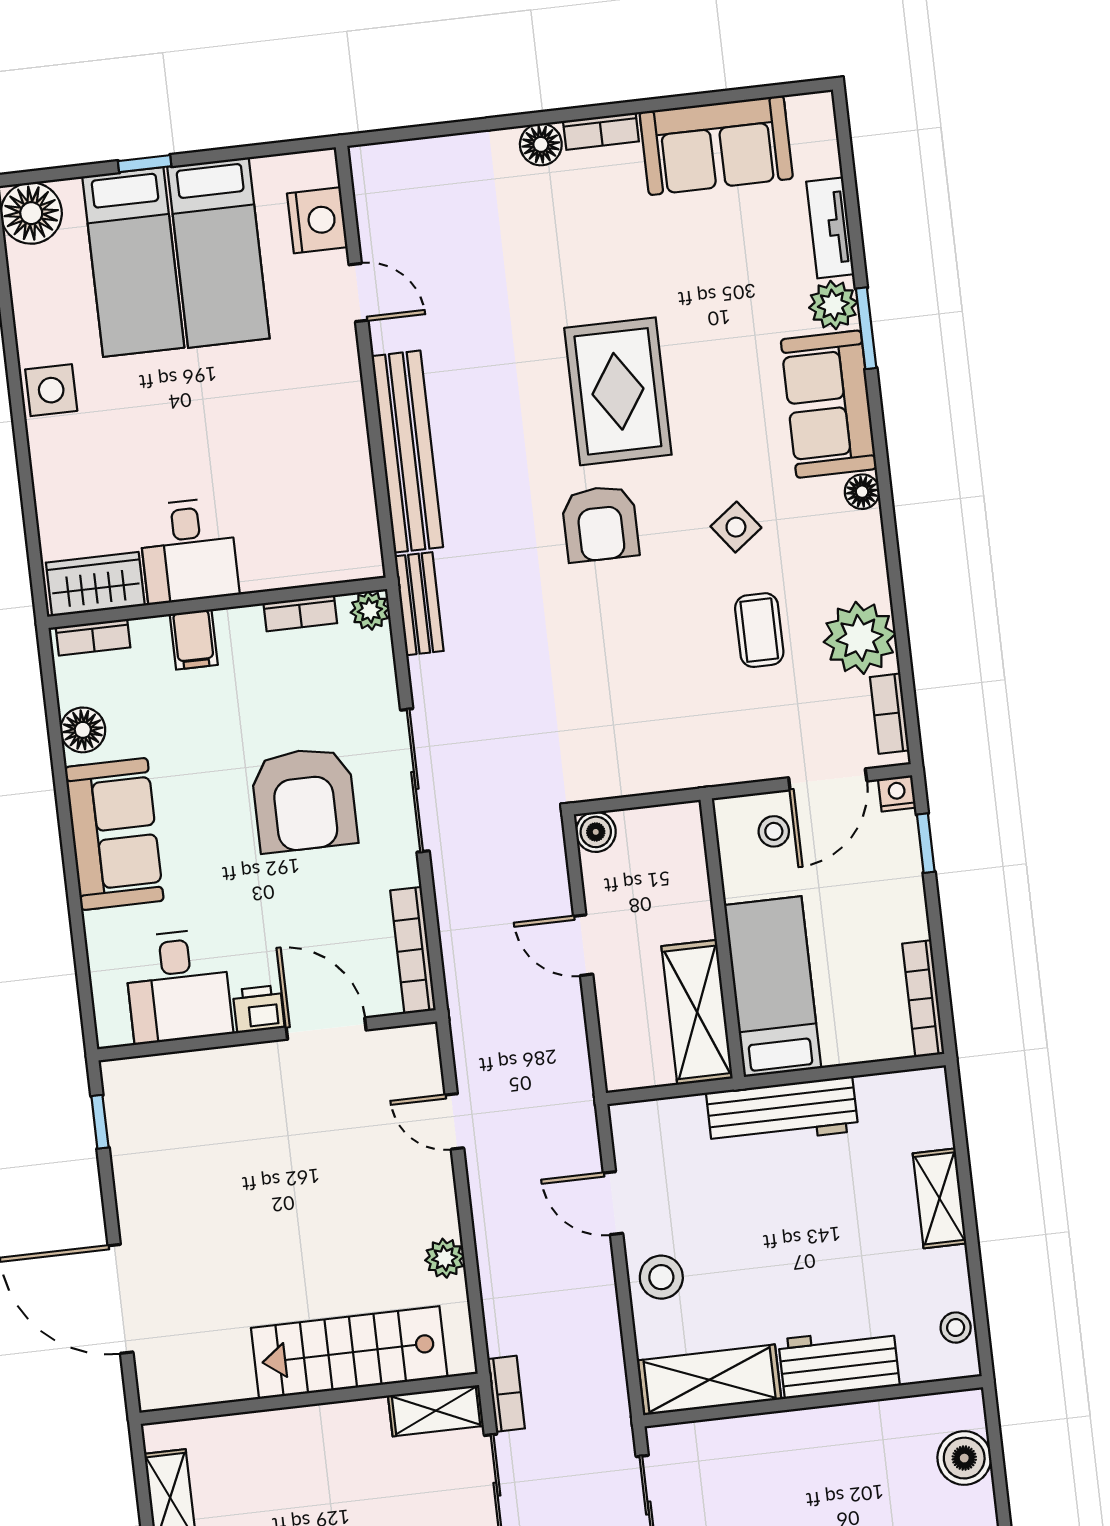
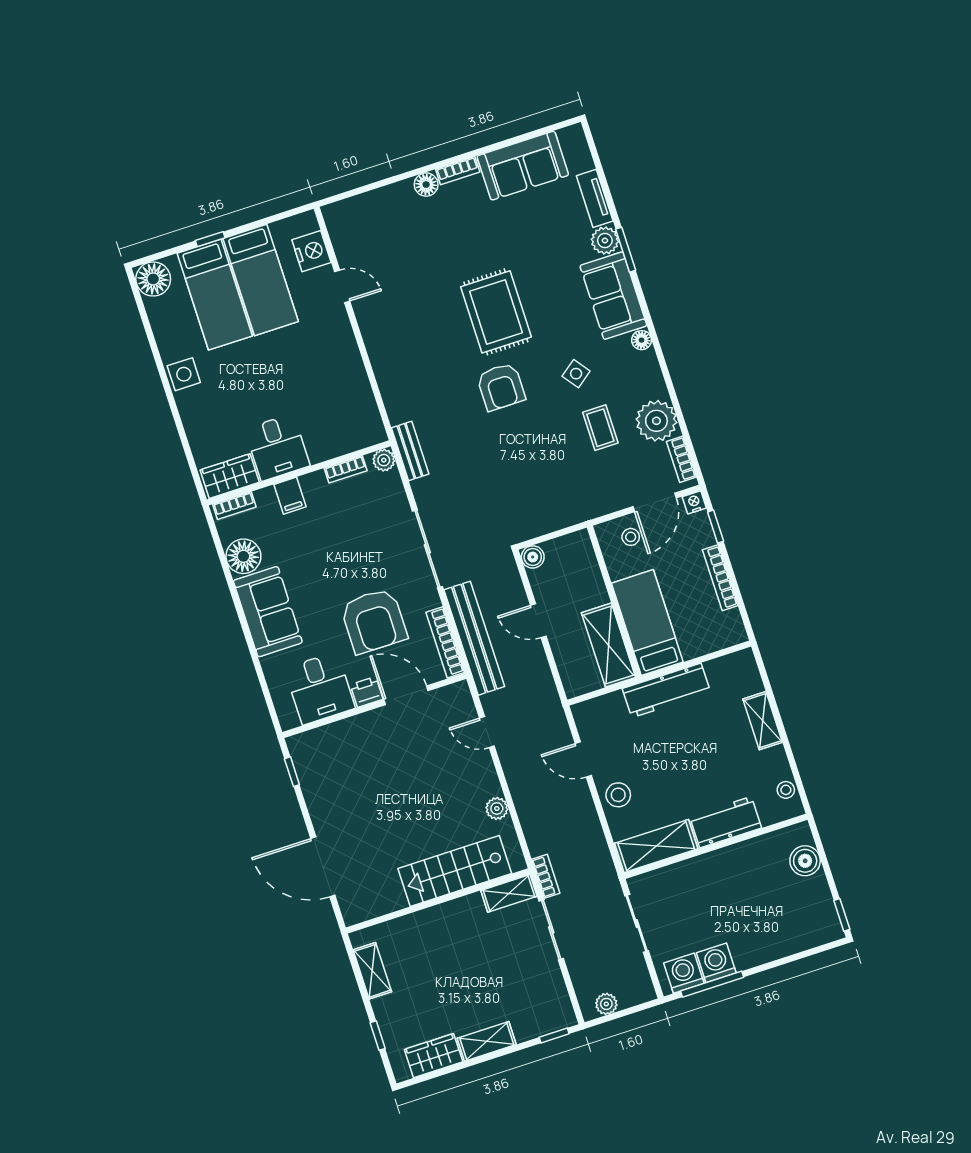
bench: (407, 452) -> (474, 638), moved
floor lamp: (83, 730) -> (243, 556), width x1.38, depth x1.38
armchair: (304, 800) -> (374, 621), moved
bookcase: (923, 999) -> (720, 578), moved

